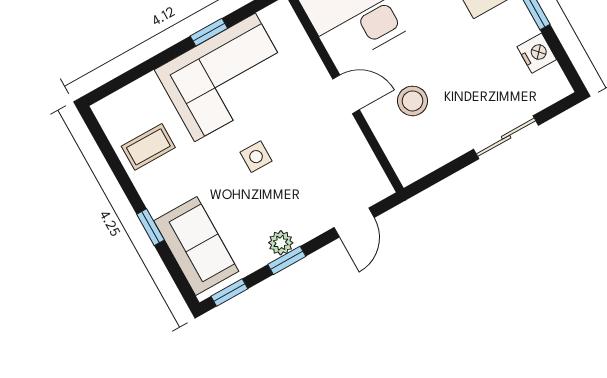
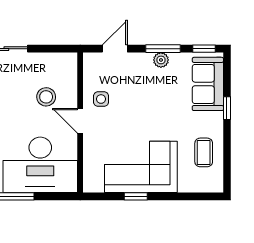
coffee table: (148, 147) -> (204, 152), turned 90
side table: (256, 157) -> (101, 99), moved
window: (287, 260) -> (163, 49), width x1.50

